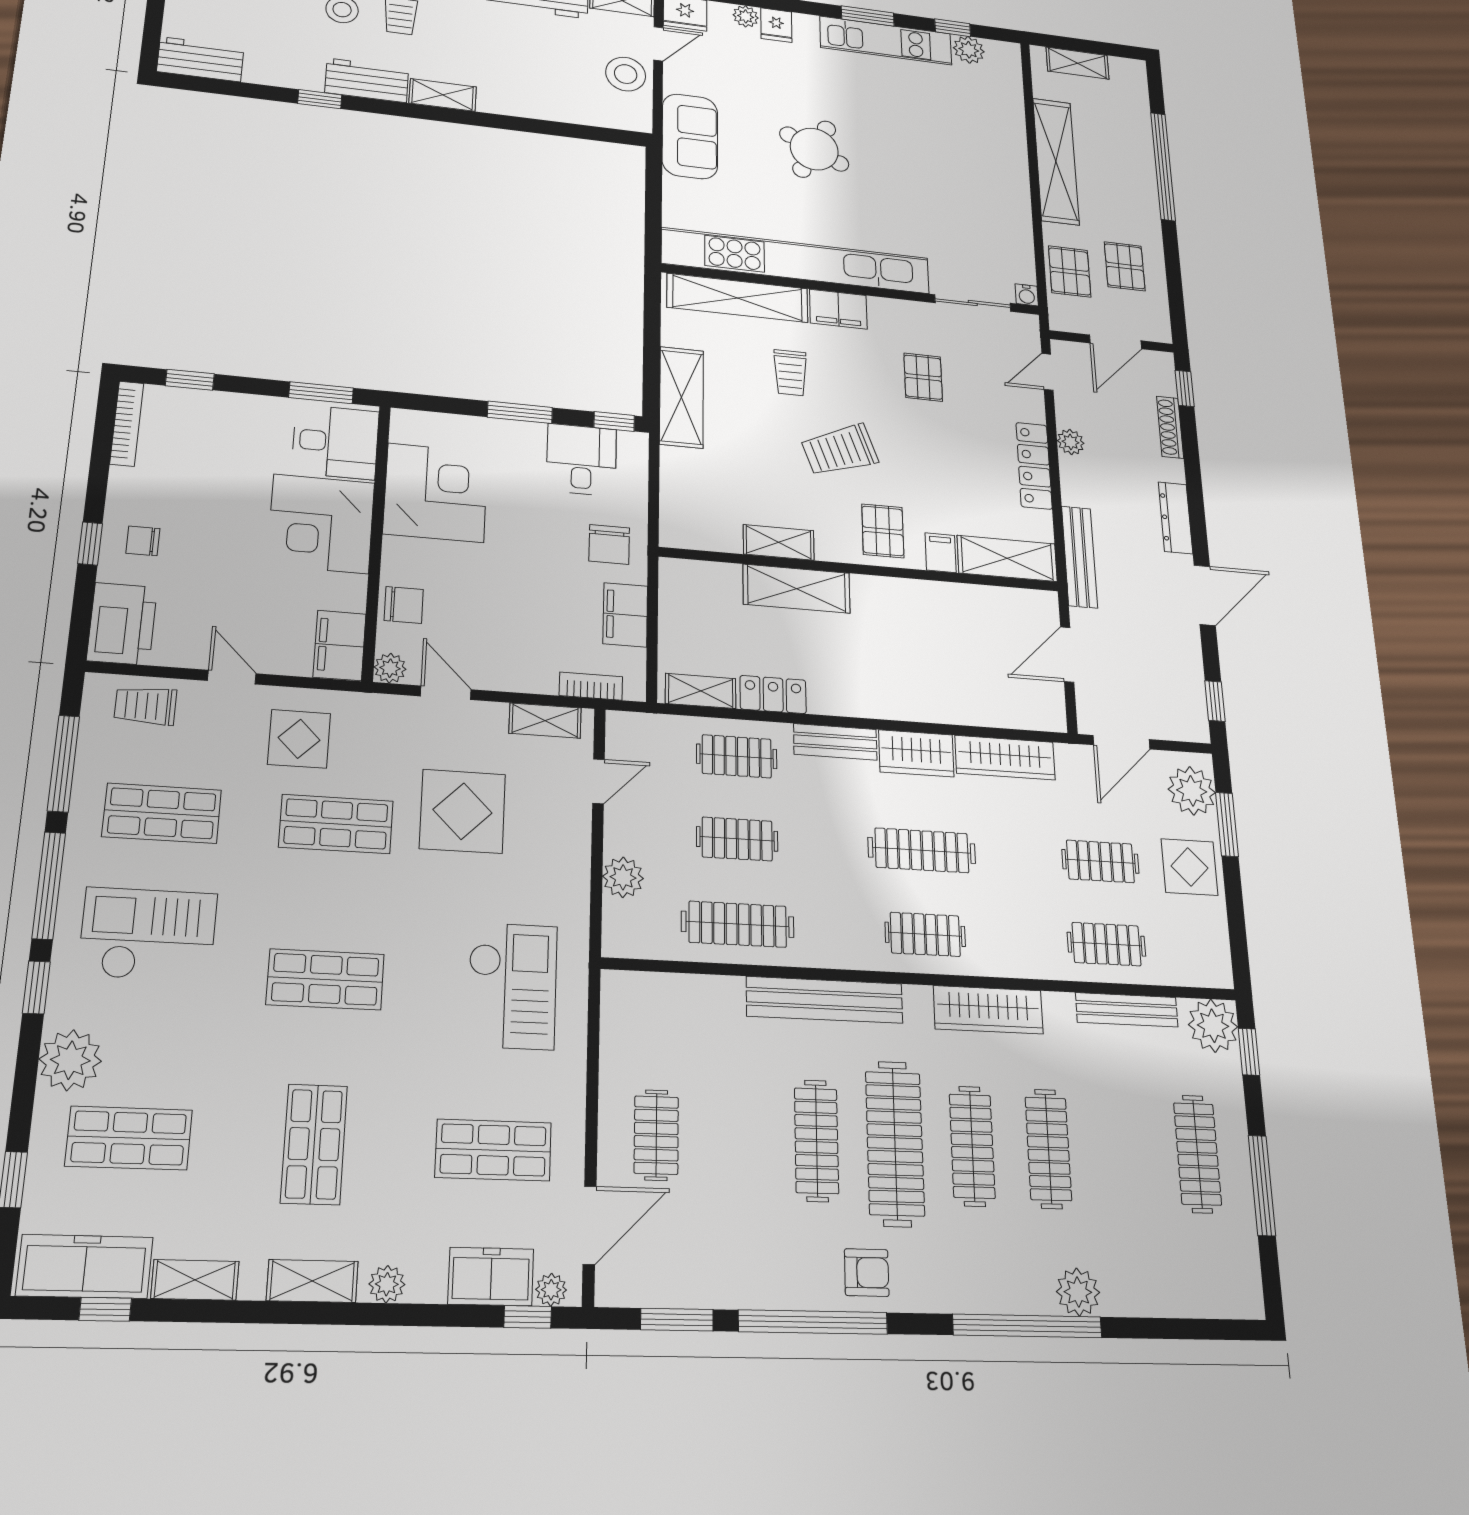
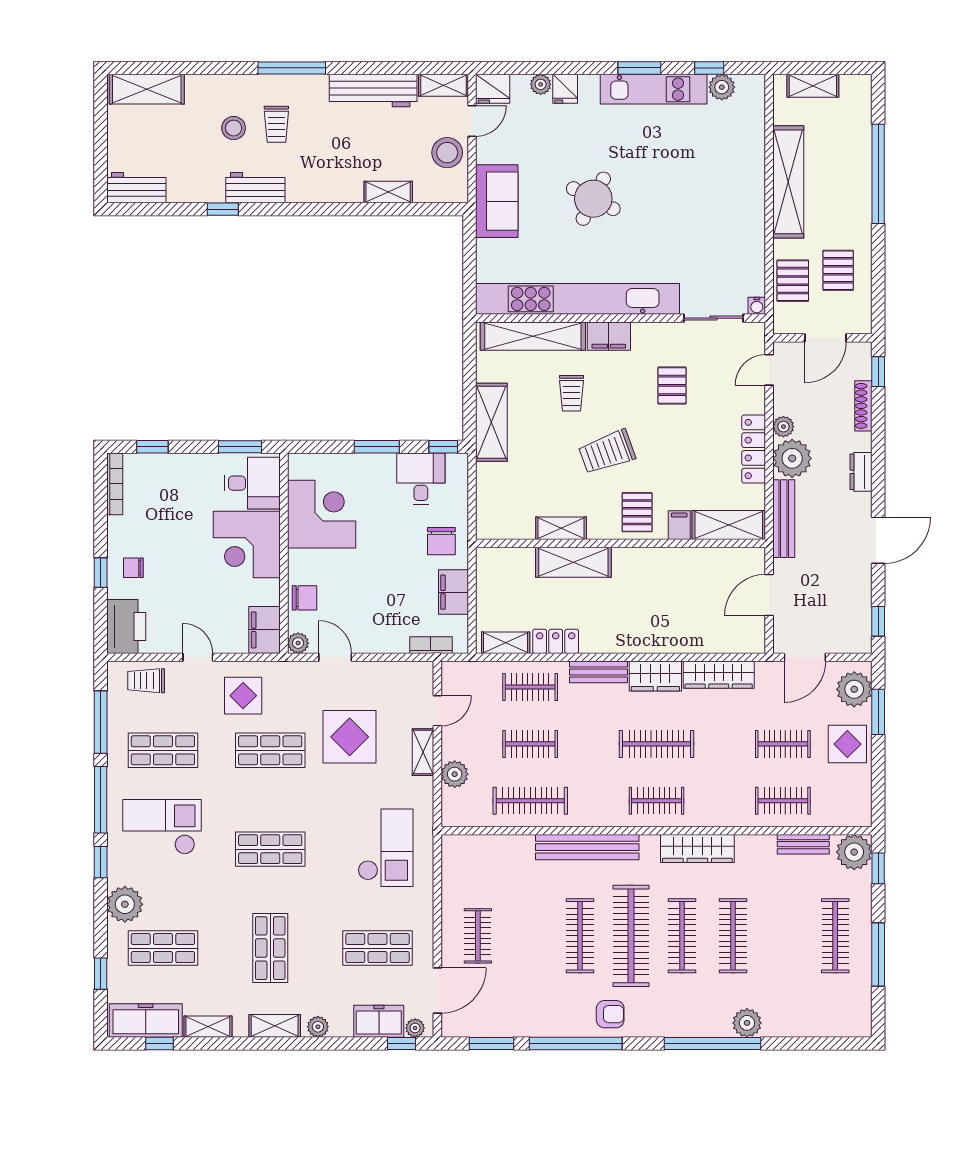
shelving: (443, 95) -> (388, 192), moved
plant: (1085, 482) -> (792, 458), added
dresser: (1176, 518) -> (861, 472), width x0.70
shelving: (545, 721) -> (423, 752), moved, turned 90
bench: (1127, 1010) -> (803, 844), width x0.73

